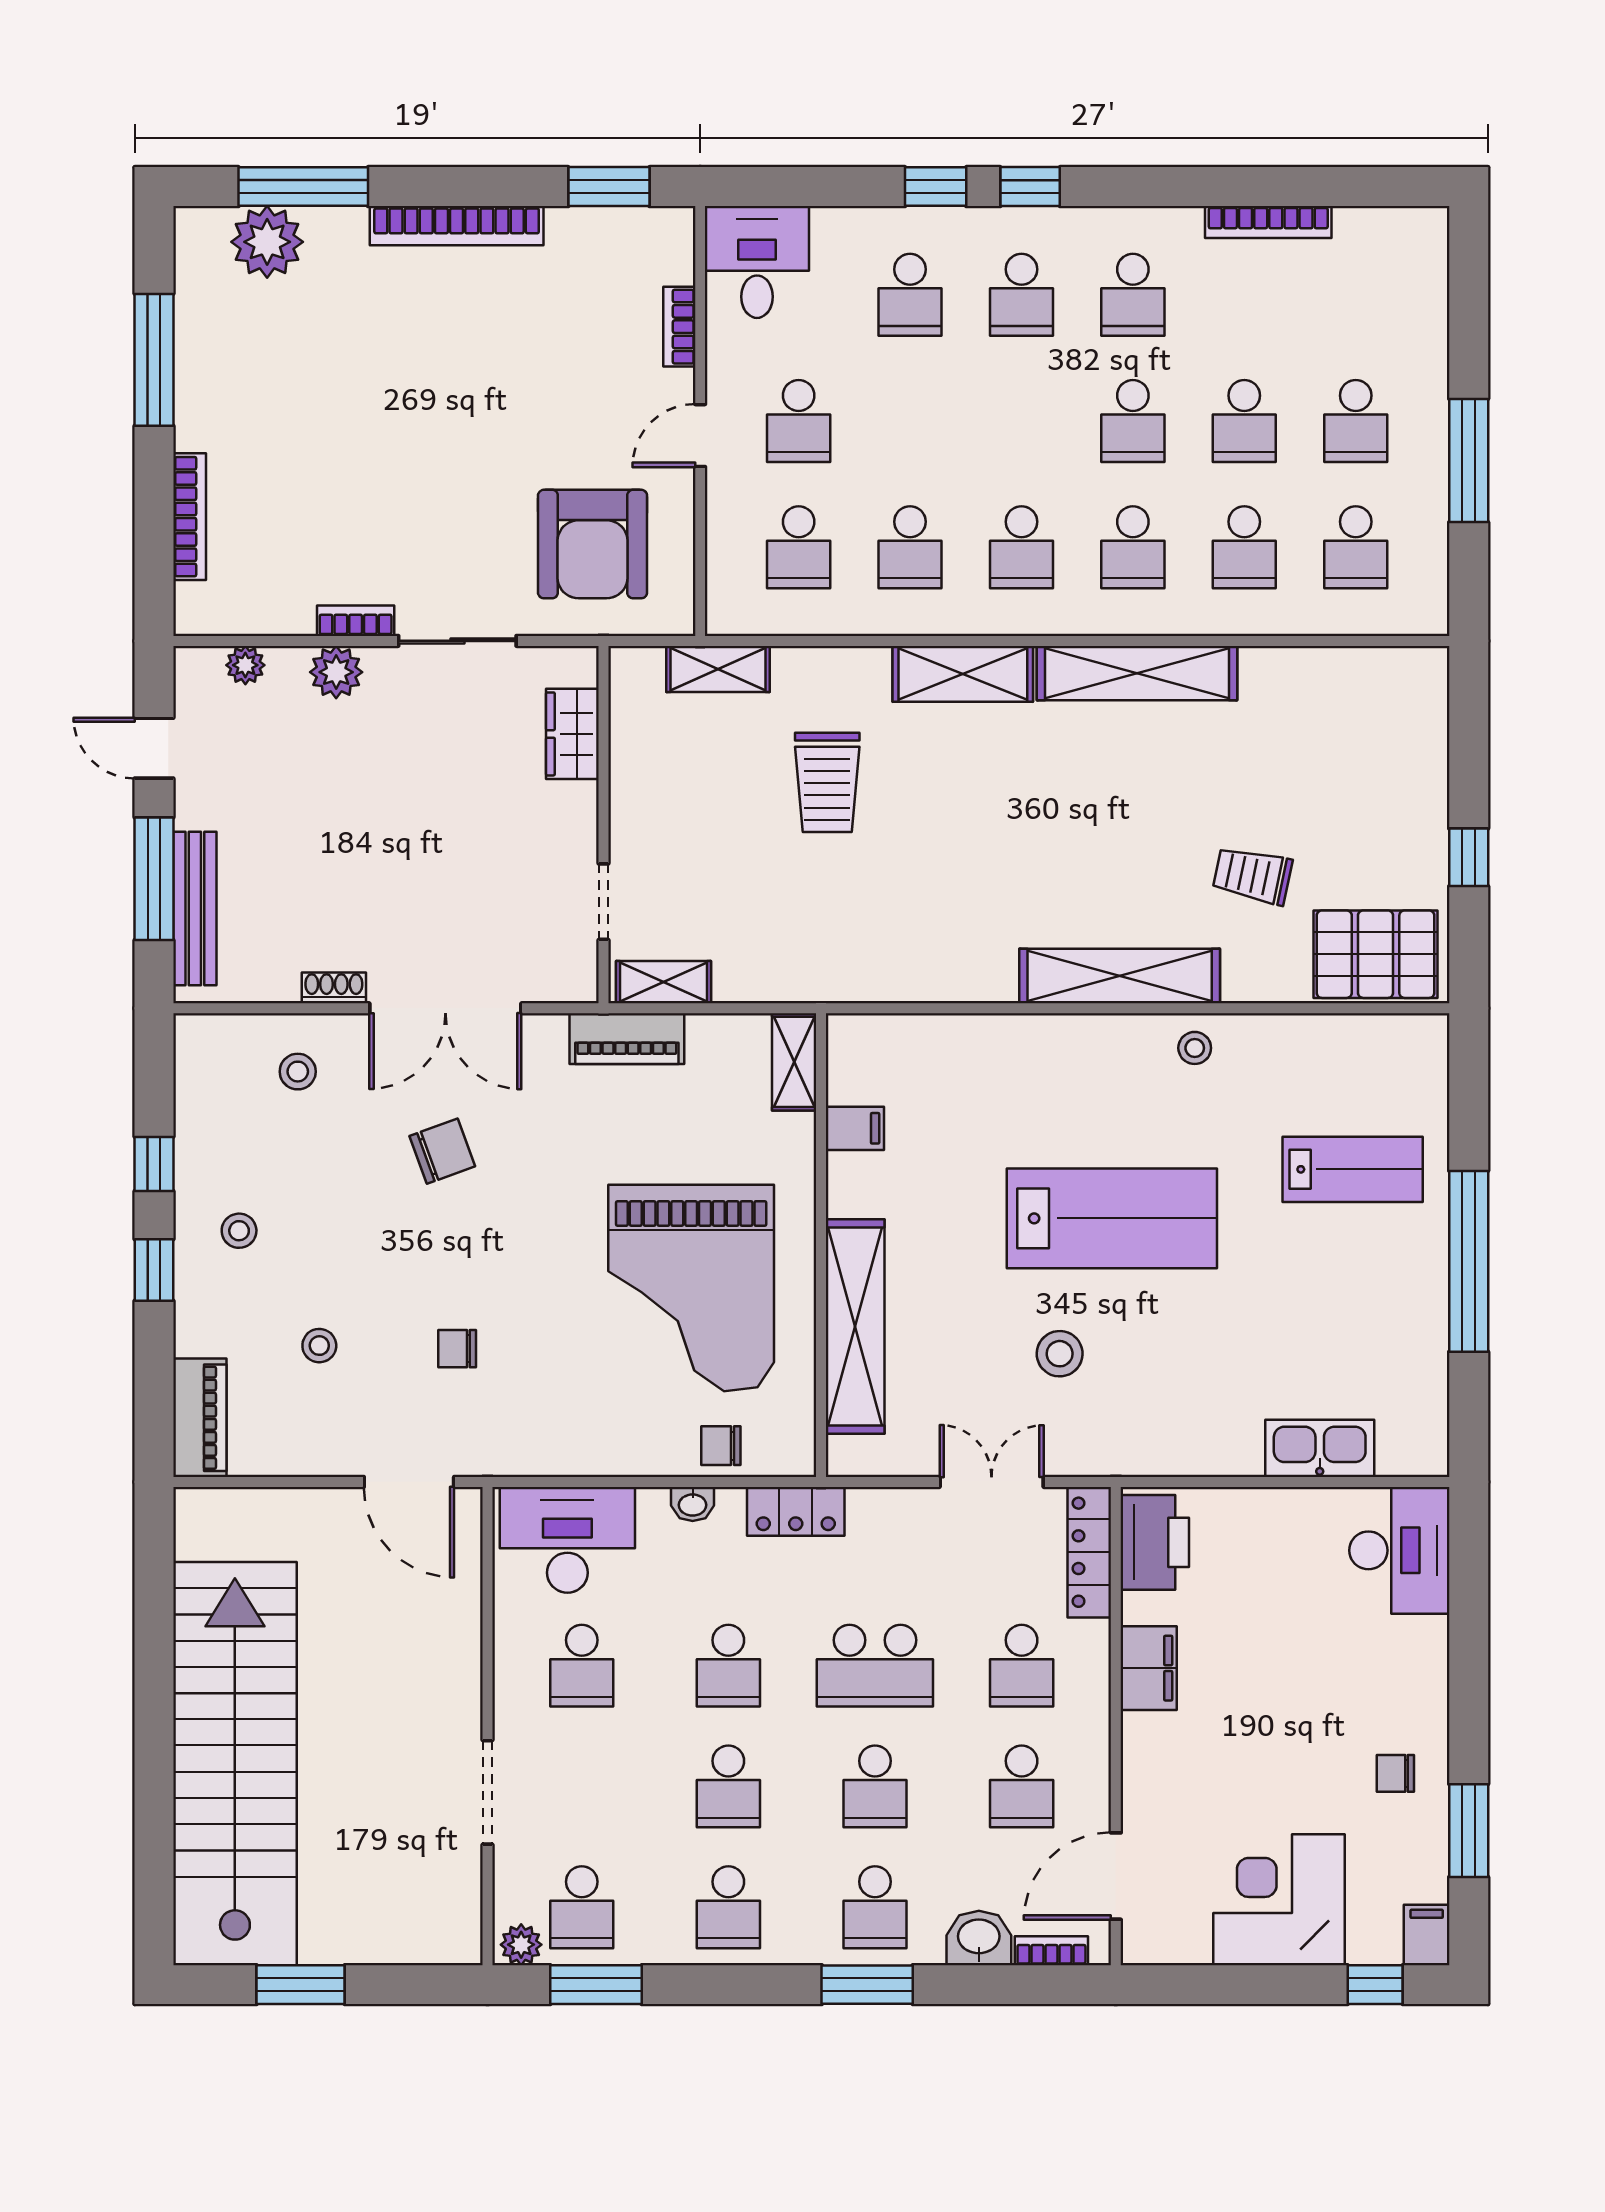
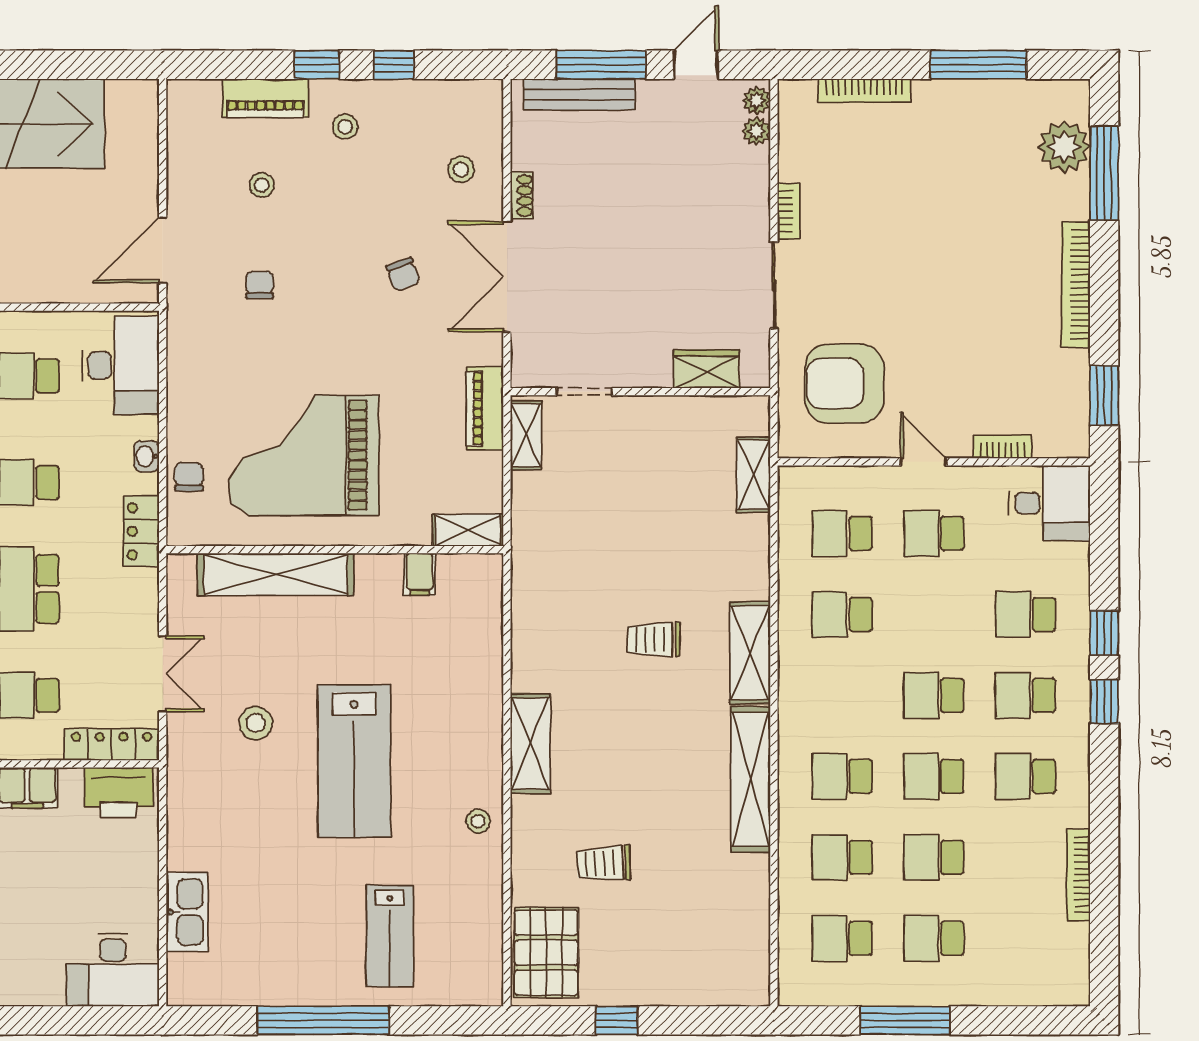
school desk: (1021, 547) -> (934, 695), moved
plant: (336, 672) -> (757, 100), moved, width x0.73, depth x0.73
trolley: (827, 782) -> (653, 639), moved, width x0.73, depth x0.72
trolley: (1253, 875) -> (603, 863), turned -105
shelving: (1120, 976) -> (530, 744), width x0.68
chair: (442, 1151) -> (403, 274), width x0.73, depth x0.73
piano: (200, 1418) -> (265, 98), moved

